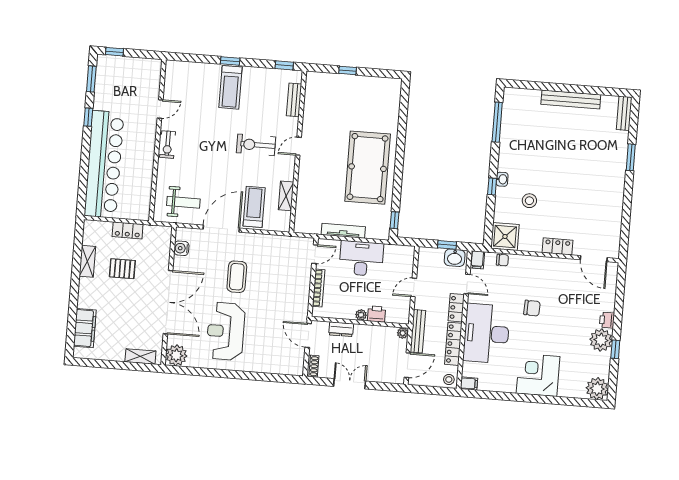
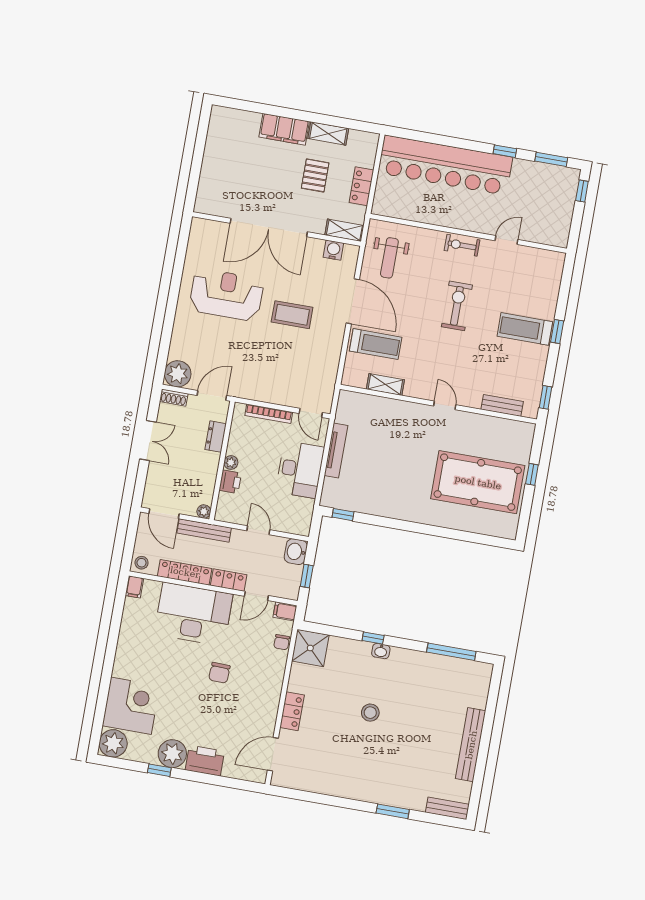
door: (160, 109) -> (506, 240), swing flipped
exercise bike: (256, 145) -> (457, 306), moved
pool table: (368, 168) -> (478, 482), moved
stool: (529, 201) -> (370, 713), moved
washbasin: (455, 258) -> (296, 552), moved
printer: (607, 320) -> (205, 761), width x1.87, depth x1.48
filing cabinet: (85, 328) -> (284, 129), moved
plant: (176, 355) -> (178, 374), moved
shelving: (140, 356) -> (344, 230), moved, turned 90
corner desk: (538, 375) -> (131, 706), moved

